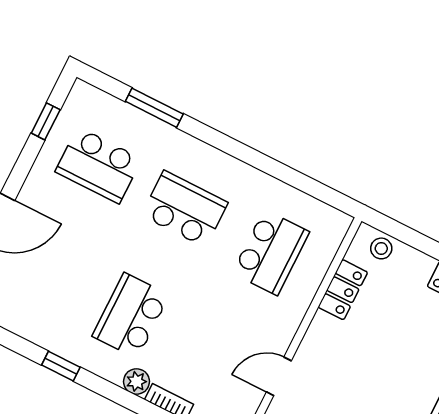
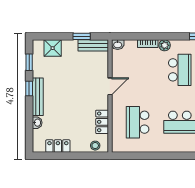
door: (279, 376) -> (110, 86), moved

